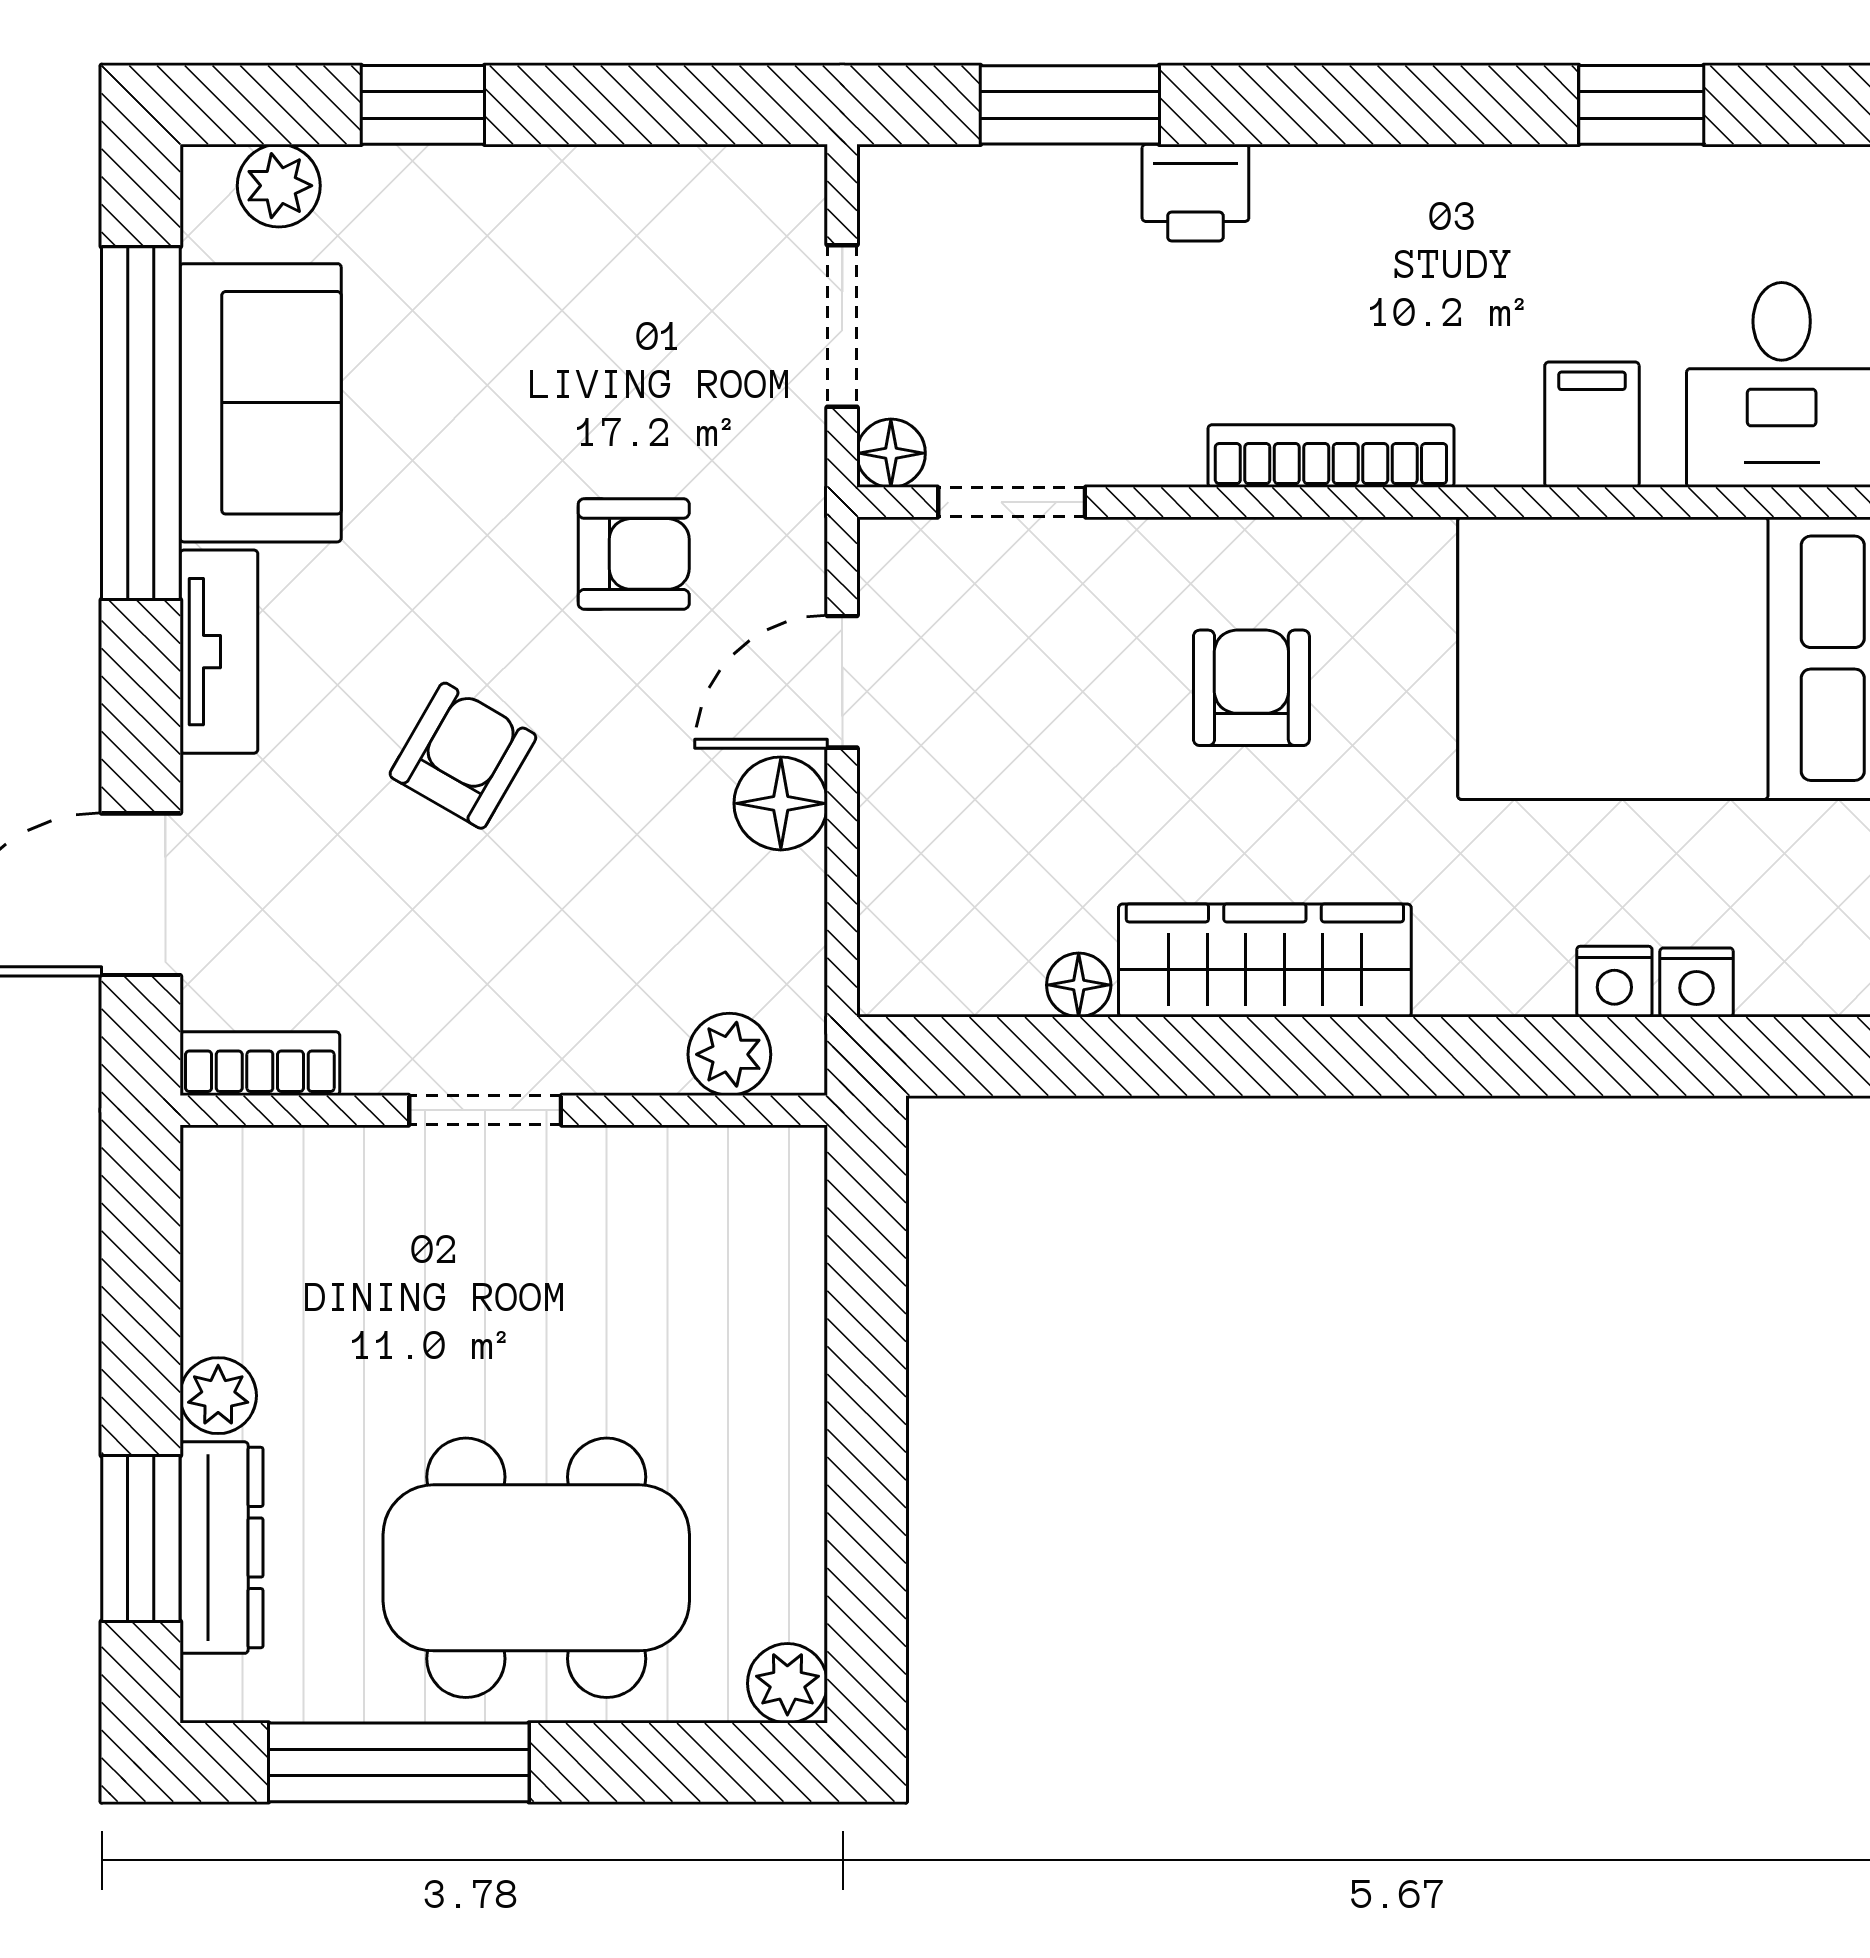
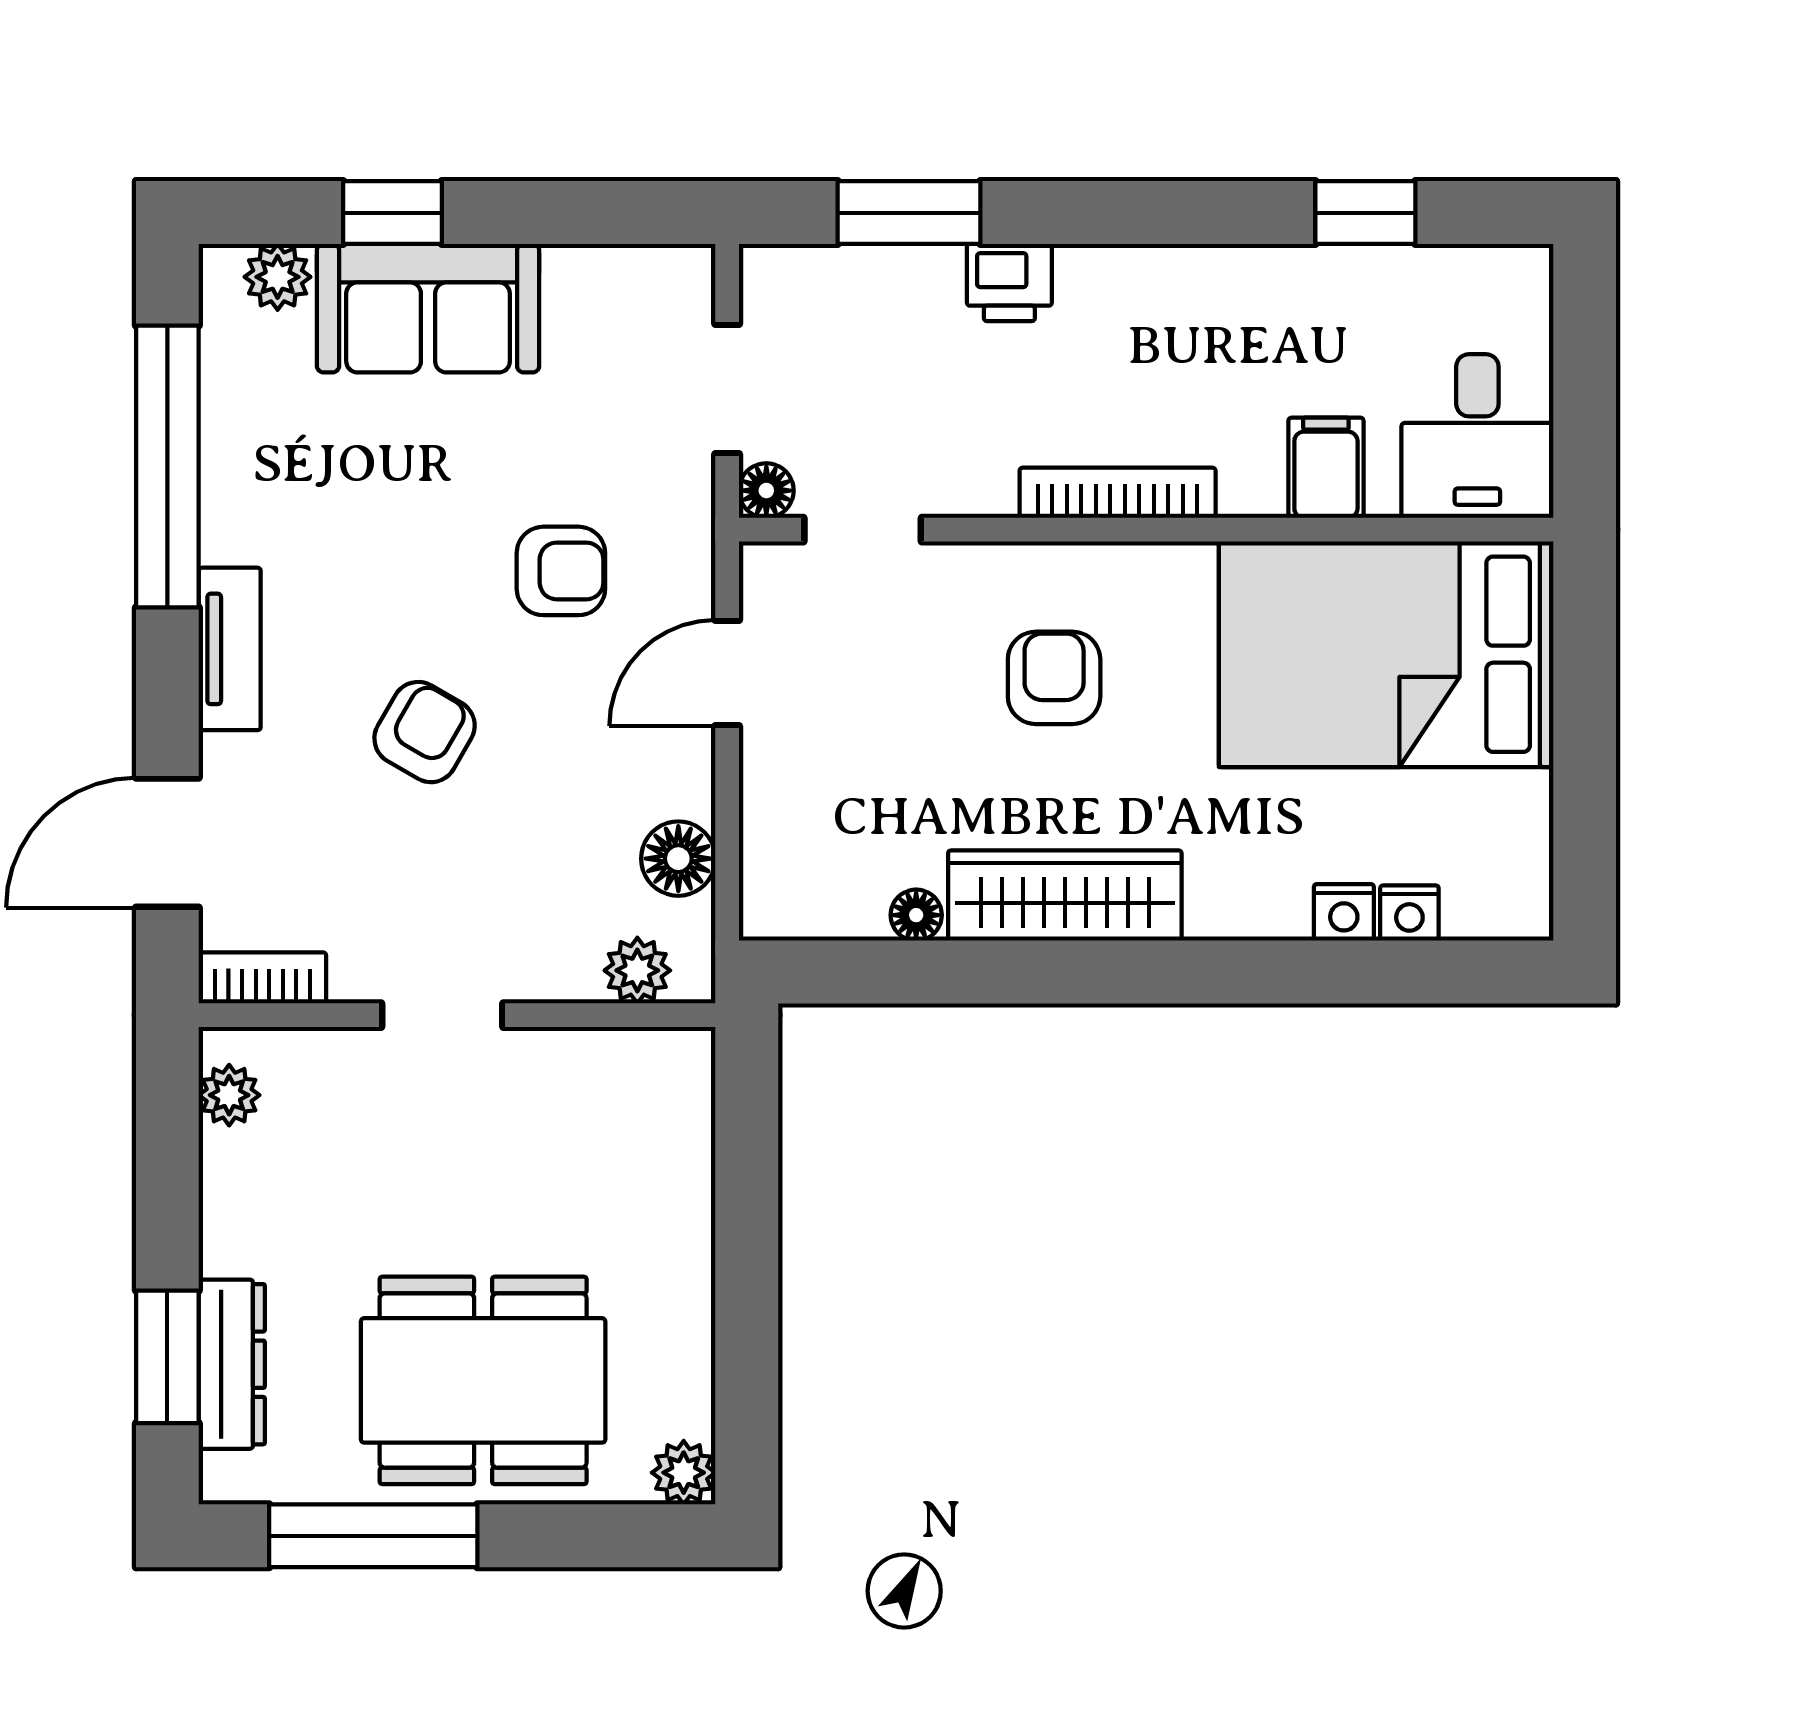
sofa: (261, 403) -> (428, 308), moved, turned 90
floor lamp: (781, 803) -> (678, 859), moved
plant: (218, 1396) -> (229, 1095), moved

